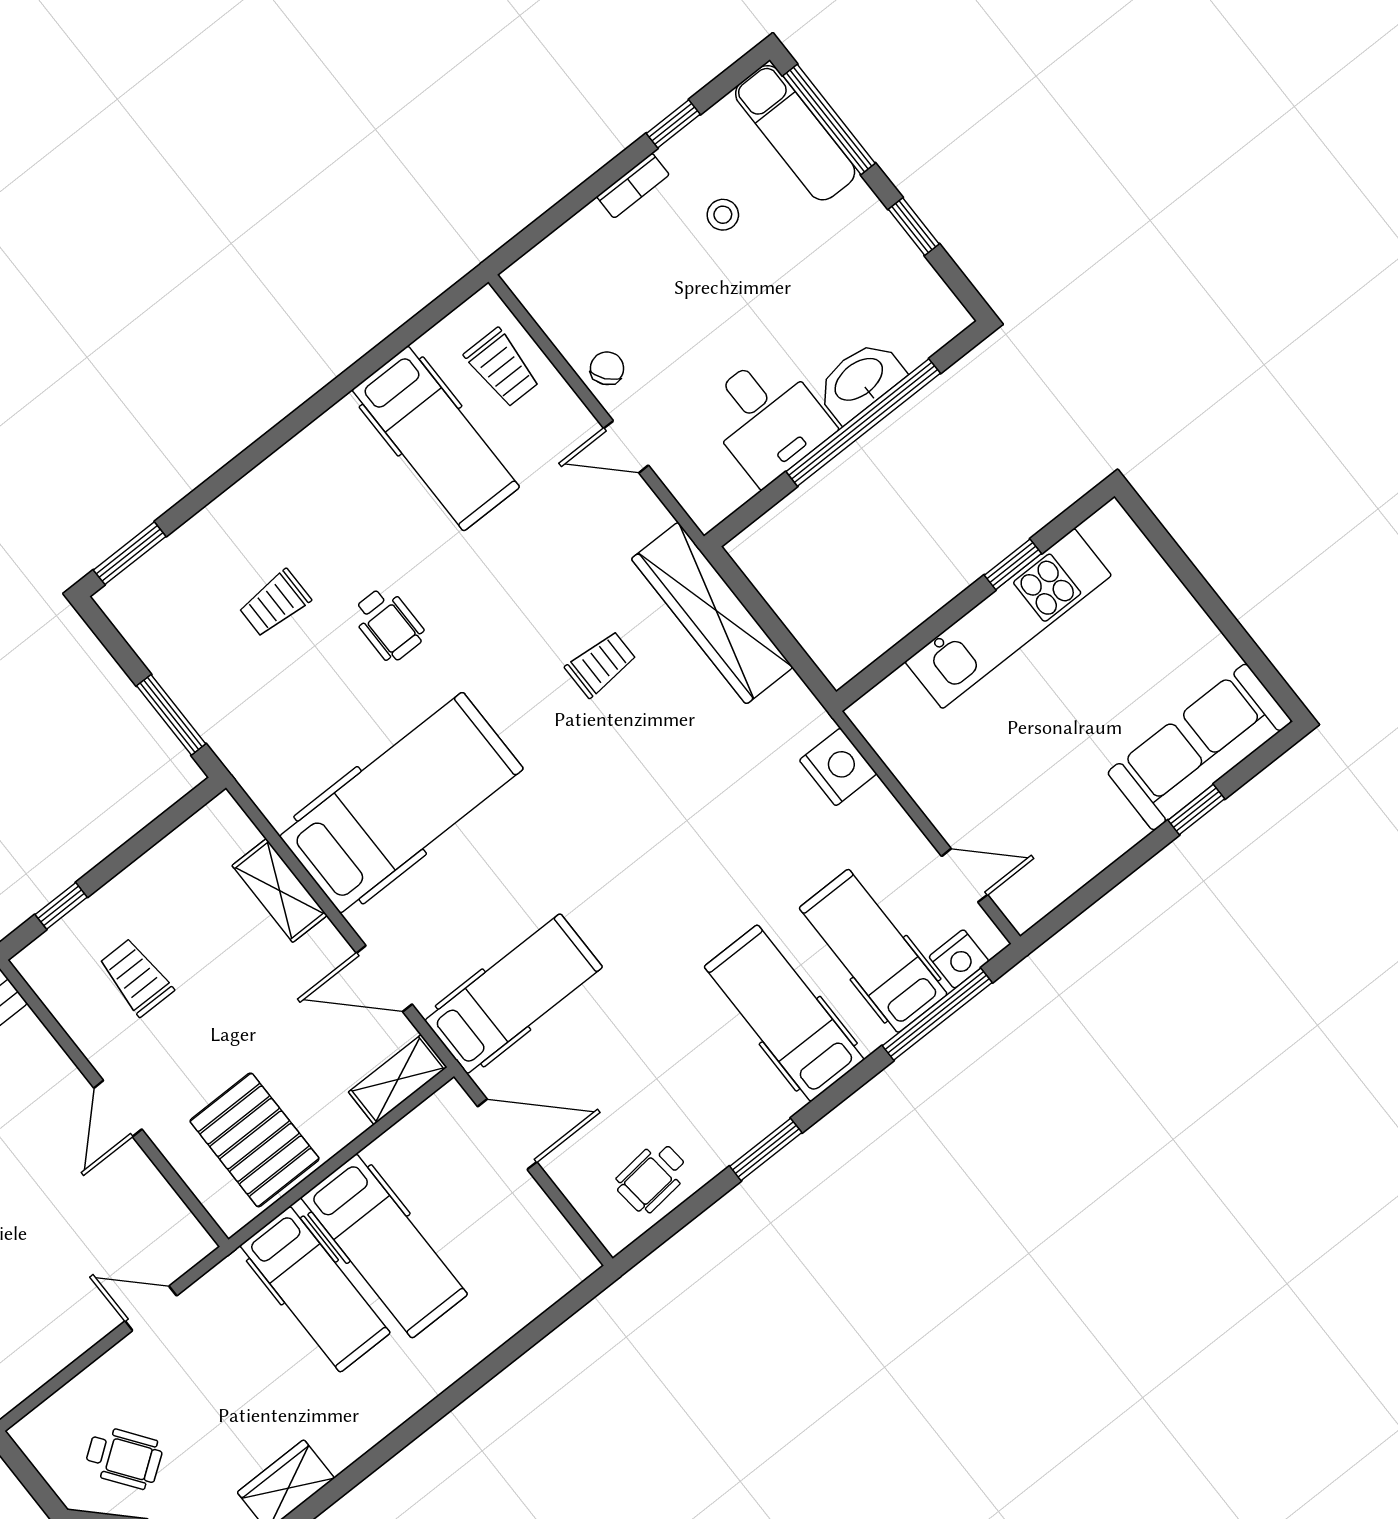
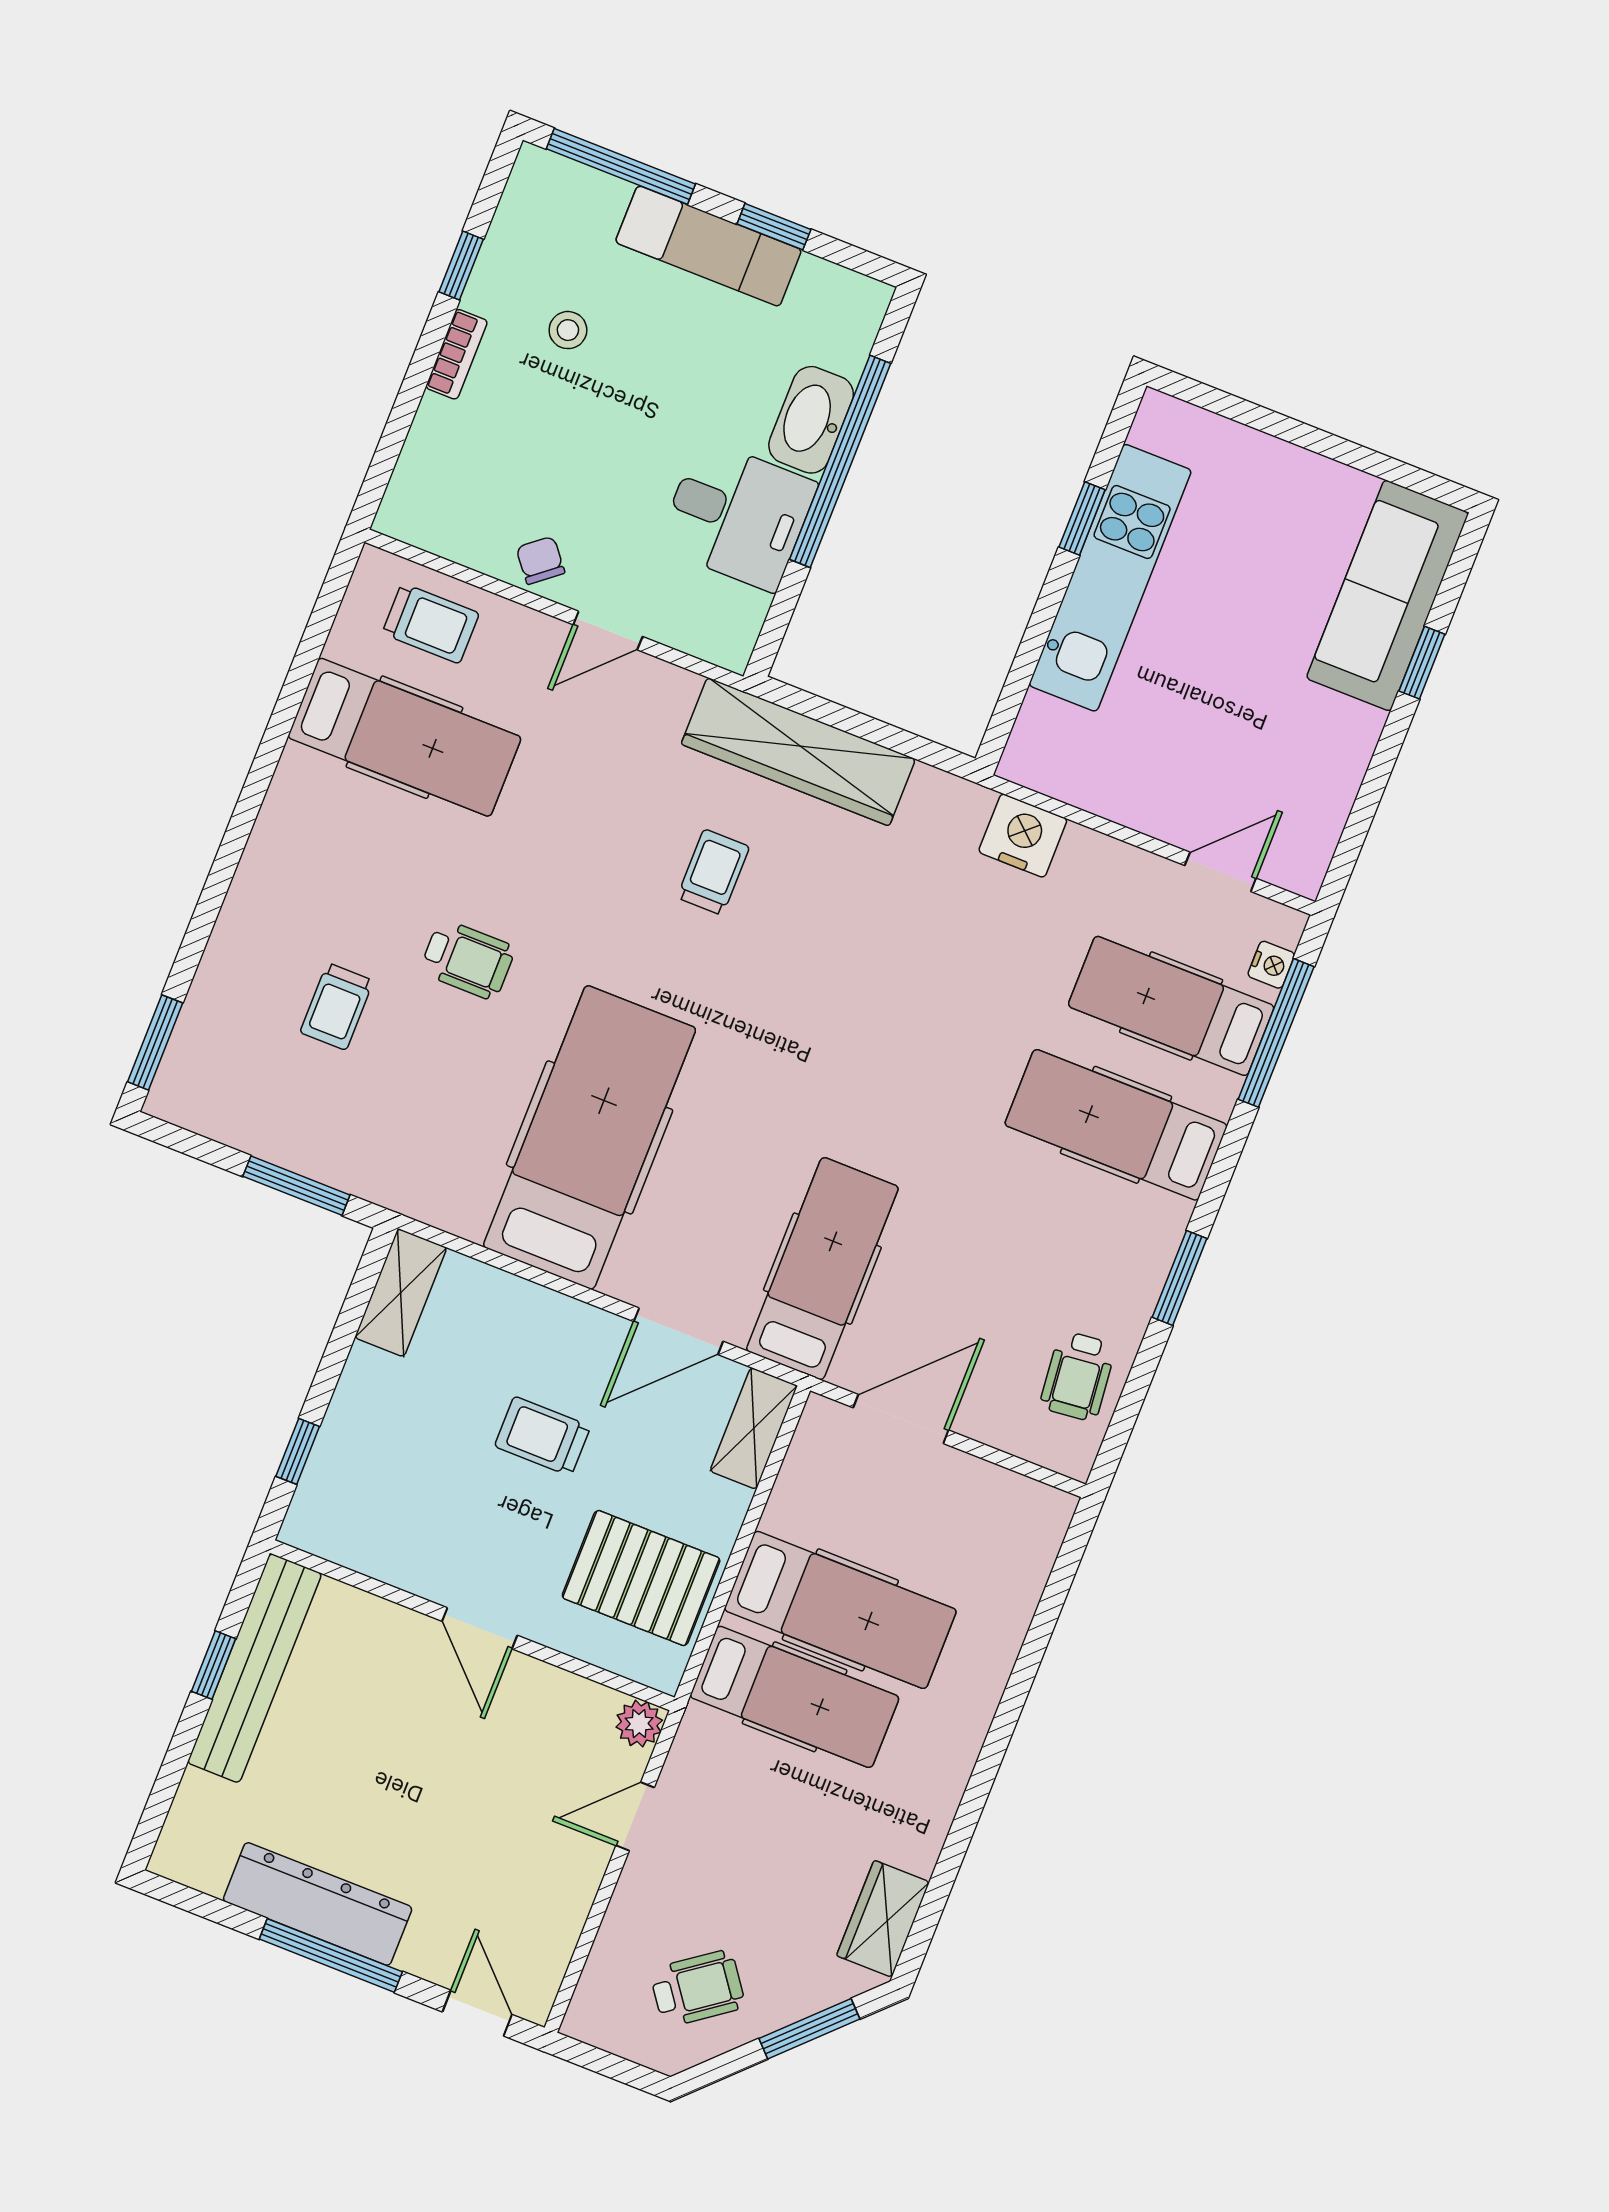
exam couch: (795, 133) -> (708, 246), moved
shelving: (280, 891) -> (401, 1293), moved, turned 90
nightstand: (959, 959) -> (1271, 965), width x0.72, depth x0.74
trolley: (136, 977) -> (543, 1436), moved
plant: (192, 1243) -> (639, 1724), added

